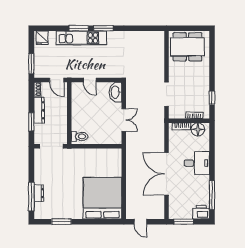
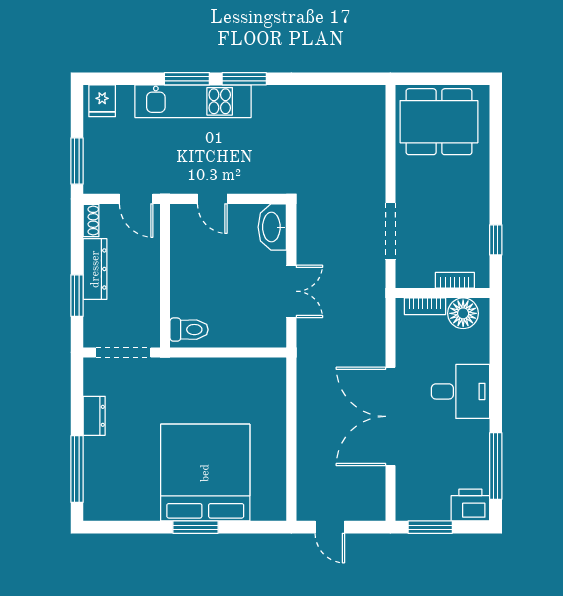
dresser: (39, 193) -> (94, 416), moved
bed: (102, 198) -> (205, 473), moved
window: (61, 222) -> (196, 527), moved

